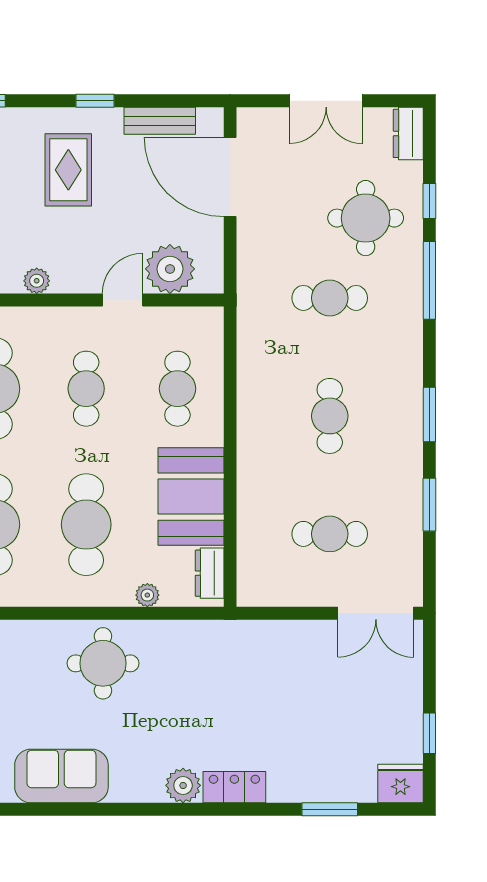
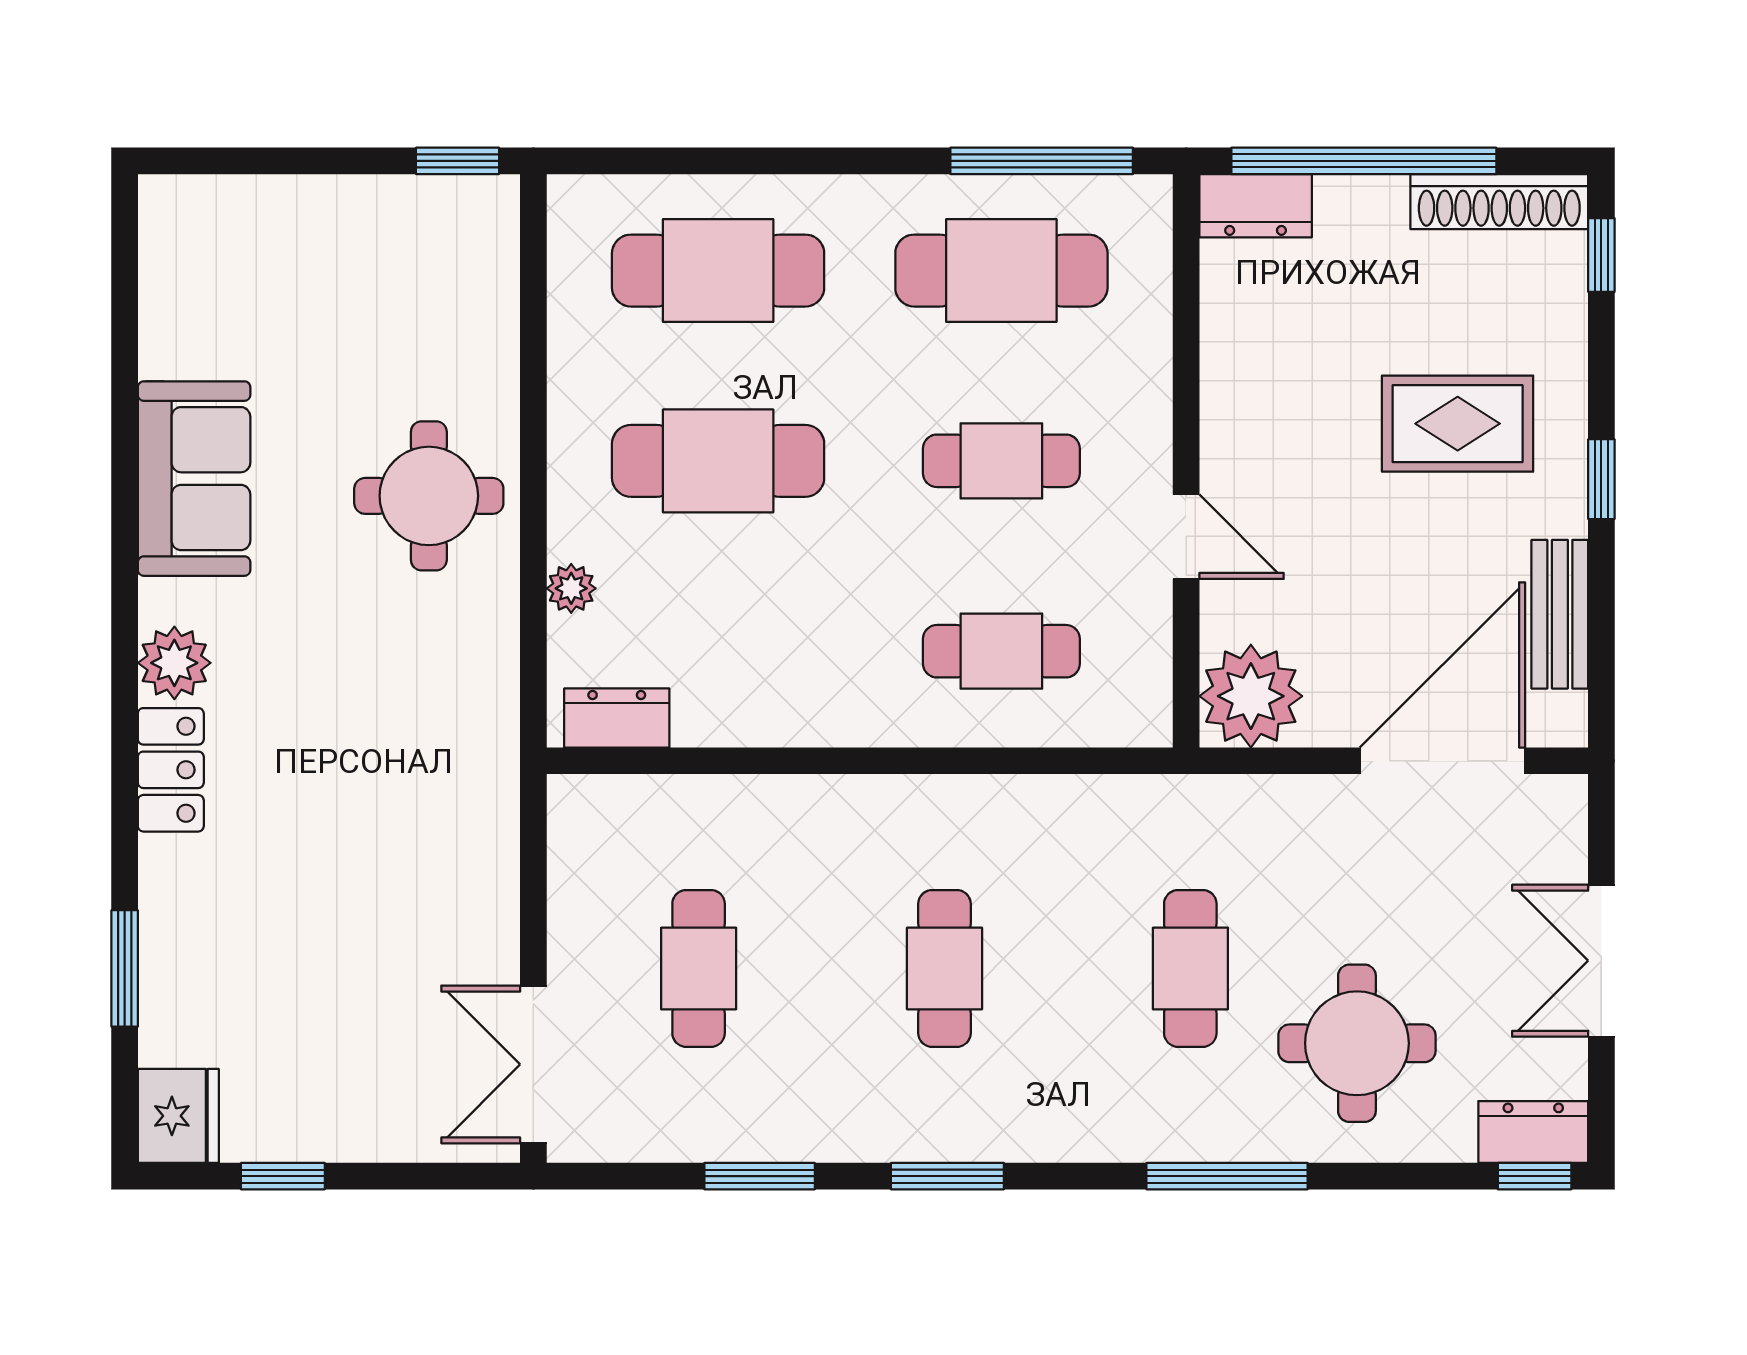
window: (429, 201) -> (1535, 1176), moved
plant: (170, 269) -> (1251, 696), moved
plant: (37, 281) -> (1226, 358), removed
cafe table: (330, 416) -> (944, 968), turned 90
booth: (191, 497) -> (776, 679), removed
sofa: (61, 776) -> (194, 479), moved

